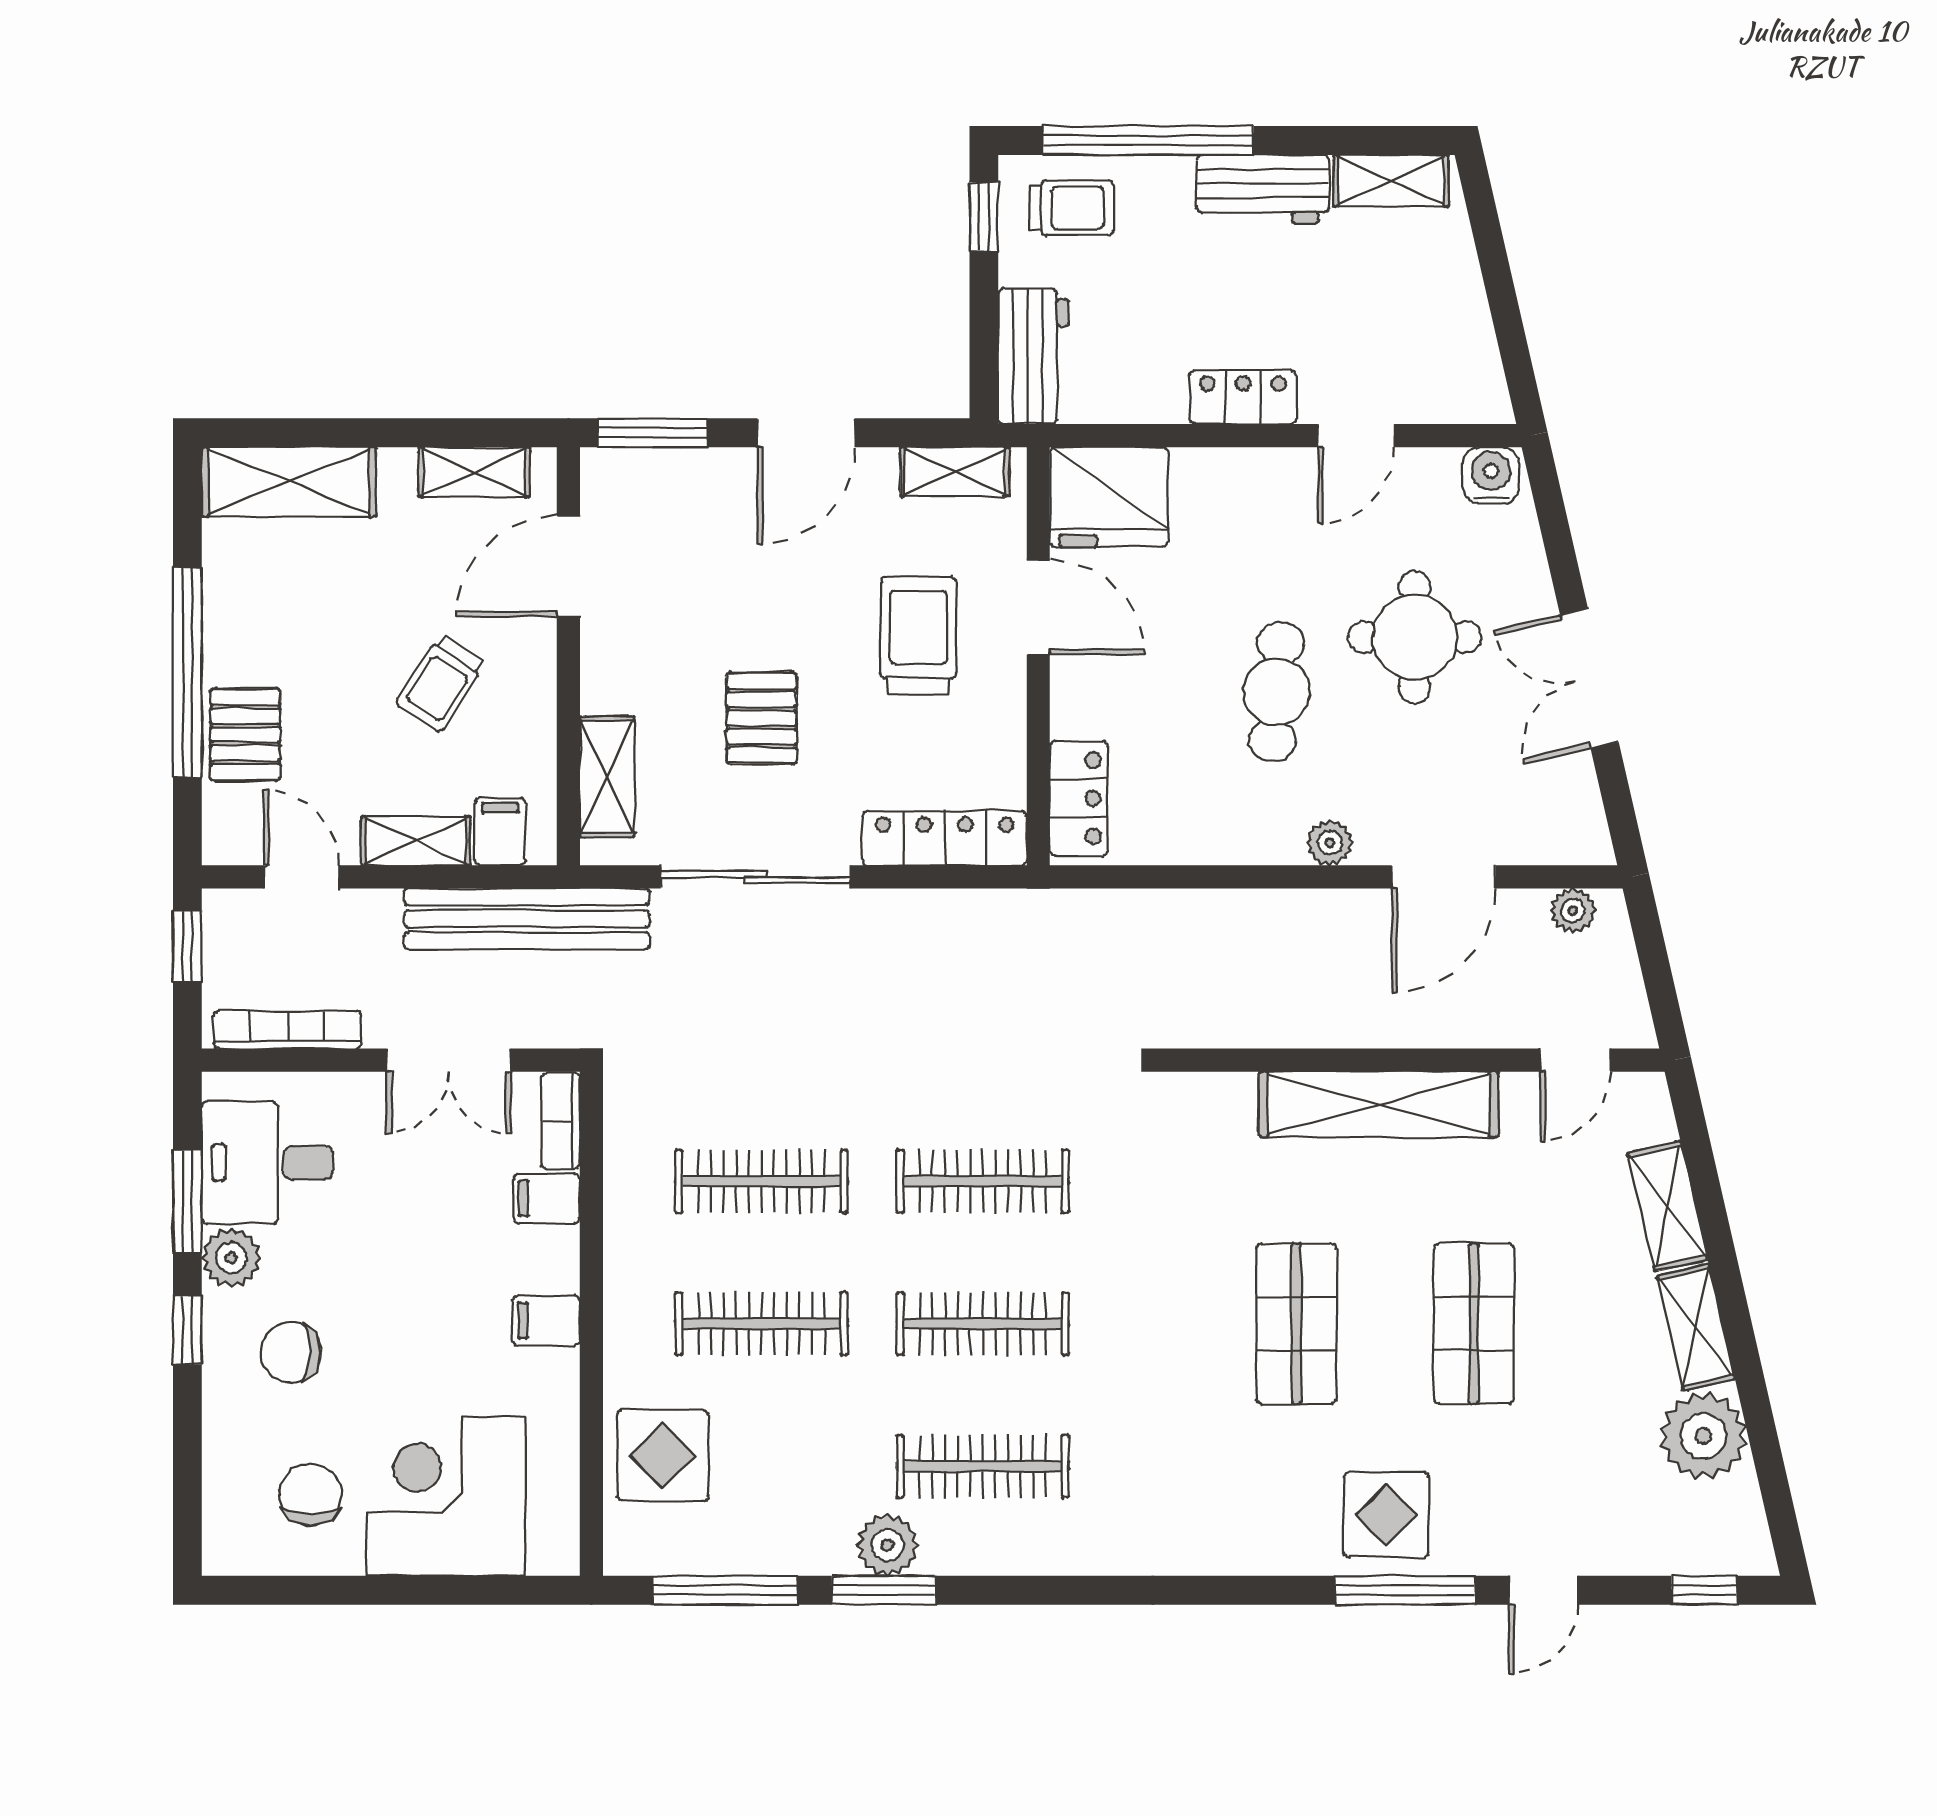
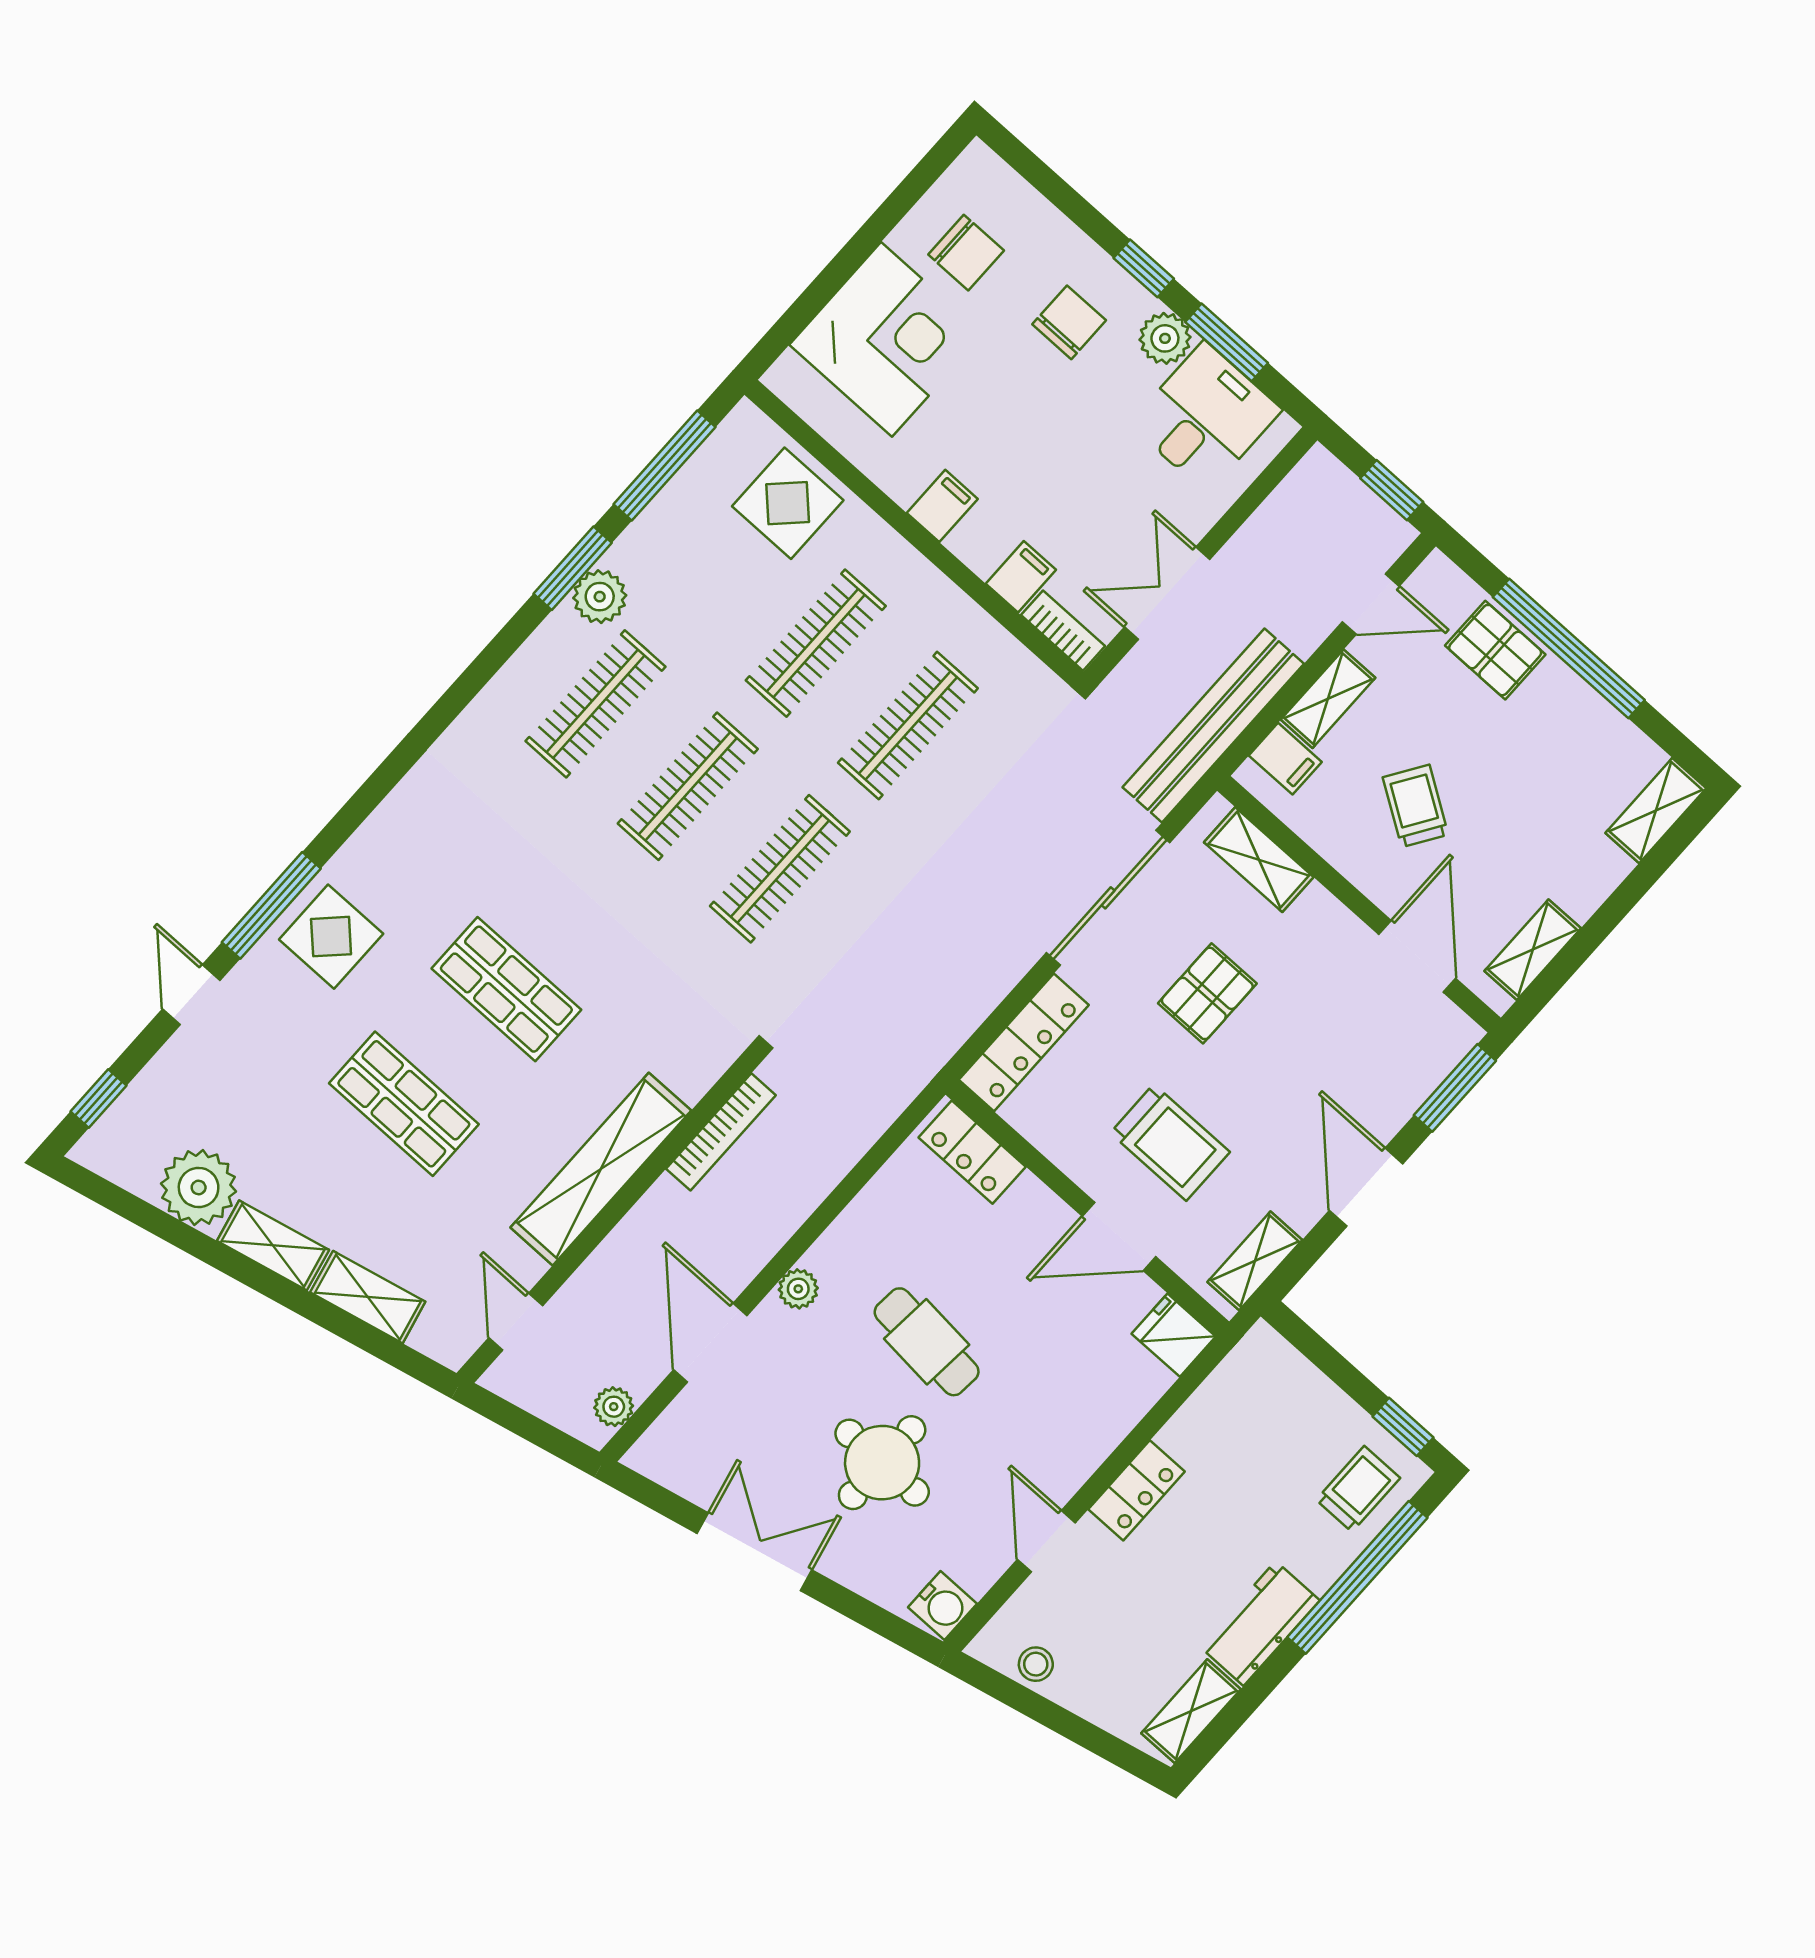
trolley: (1072, 208) -> (1358, 1489), turned 180
stool: (1470, 350) -> (1036, 1664), added
workbench: (1033, 356) -> (1284, 1378), removed
shelving: (289, 482) -> (1656, 811), width x0.67, depth x0.75
fridge: (1109, 497) -> (1174, 1335), width x0.53, depth x0.75
pallet: (762, 718) -> (1207, 993), turned 90
bookcase: (287, 1030) -> (721, 1132), moved

